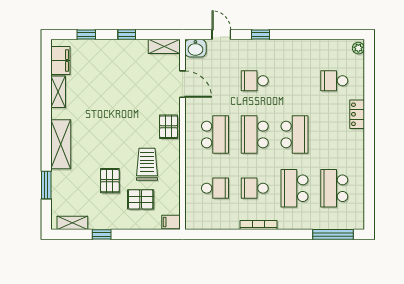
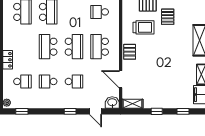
window: (335, 34) -> (22, 111), added
trolley: (147, 164) -> (144, 27), turned -90
school desk: (255, 188) -> (48, 81), moved, turned 180

